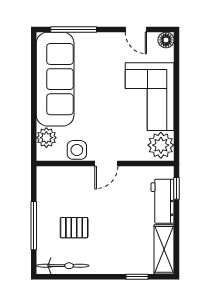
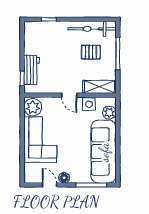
floor lamp: (166, 40) -> (64, 178), moved
door: (106, 163) -> (69, 95), swing flipped
shelving: (164, 249) -> (100, 87), moved, turned 90
bicycle: (63, 266) -> (92, 29), width x1.37, depth x1.40

